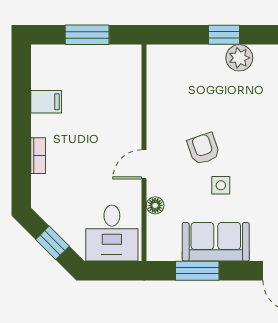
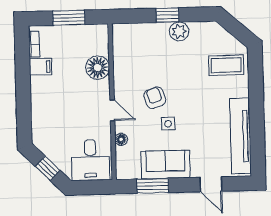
floor lamp: (125, 105) -> (98, 68), added
bookcase: (38, 156) -> (34, 44), moved
door: (144, 164) -> (112, 110), swing flipped

